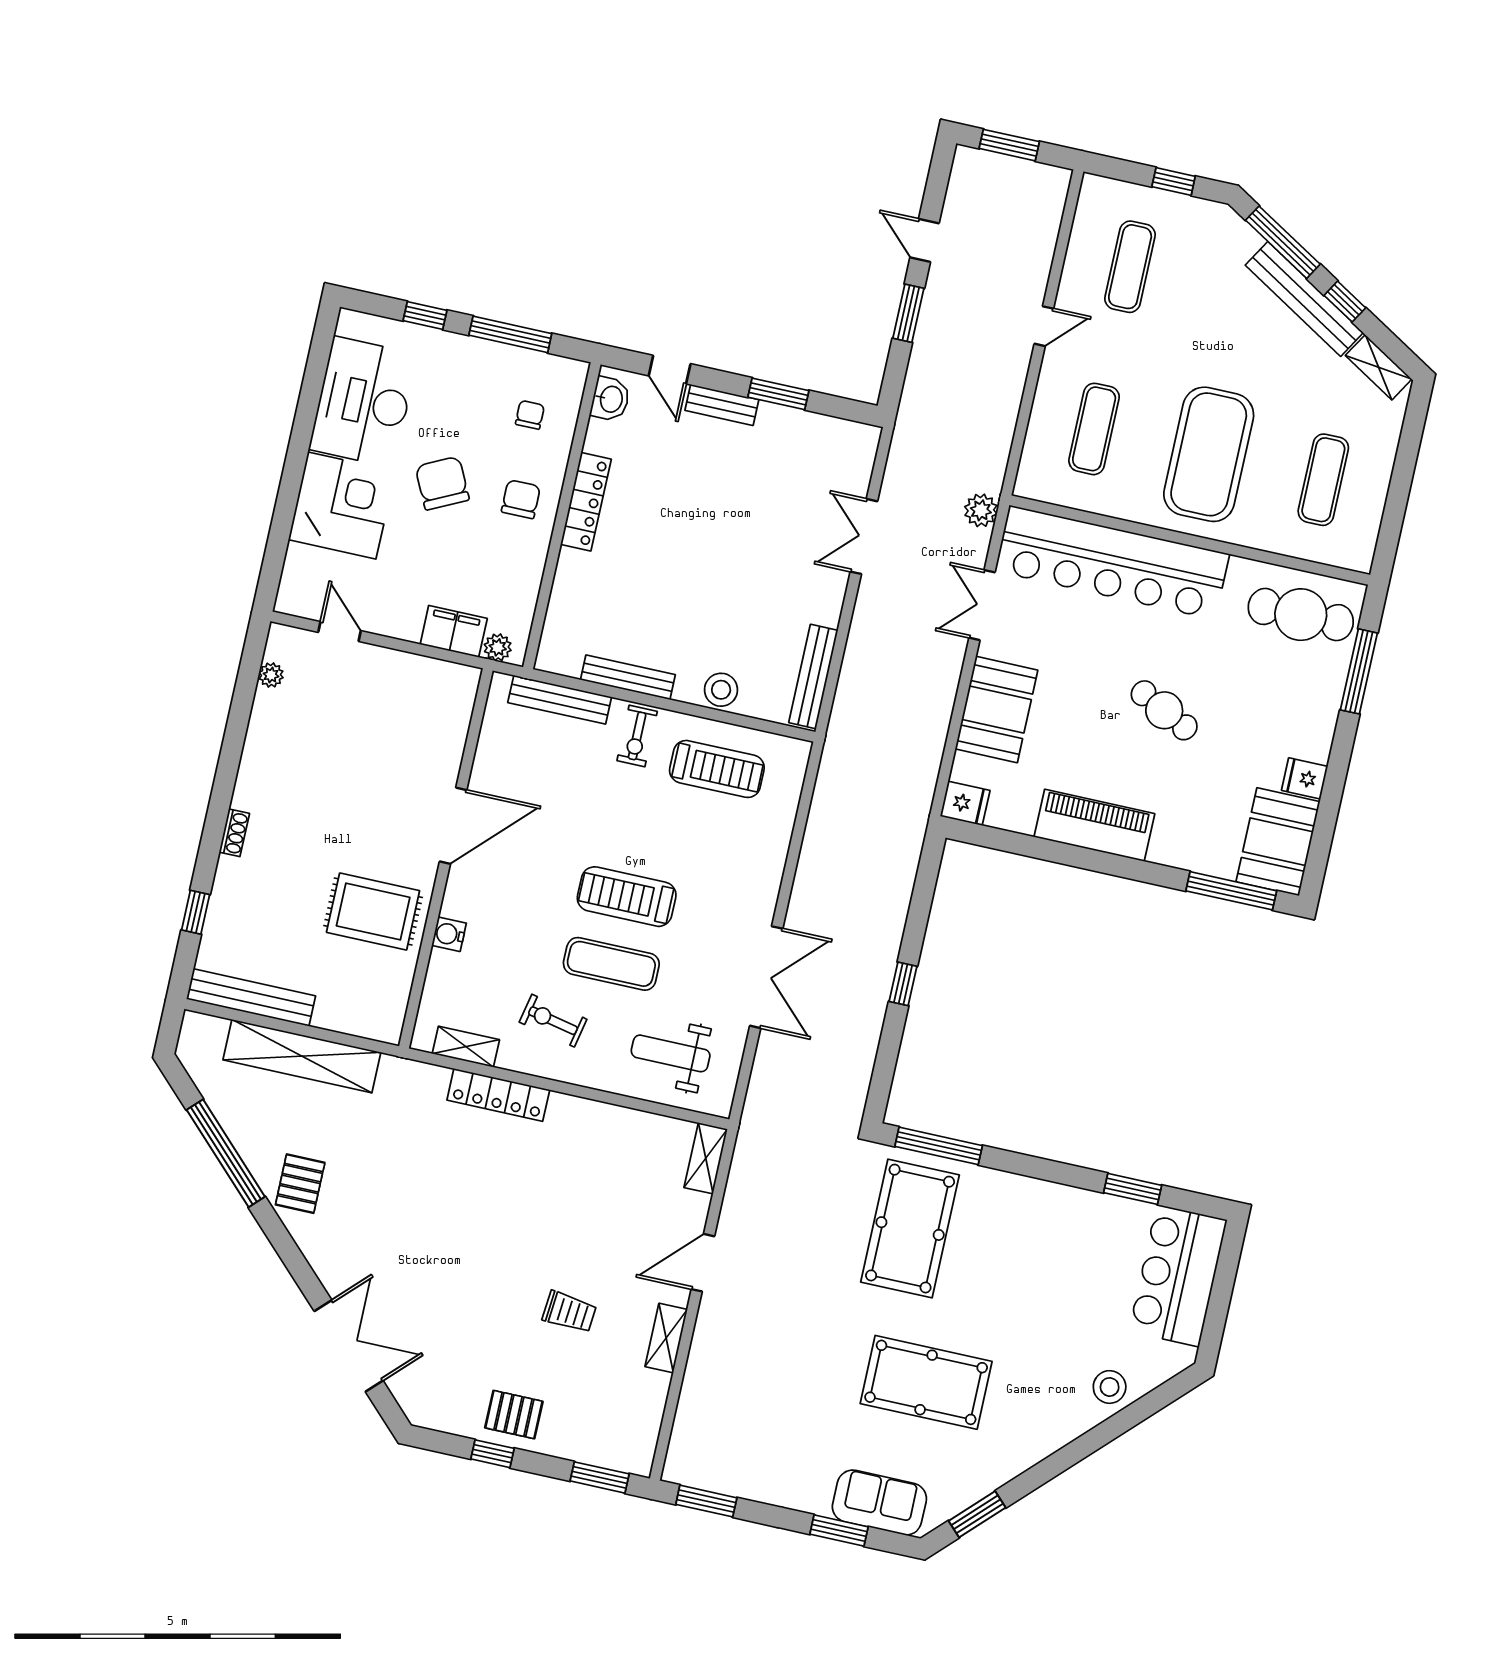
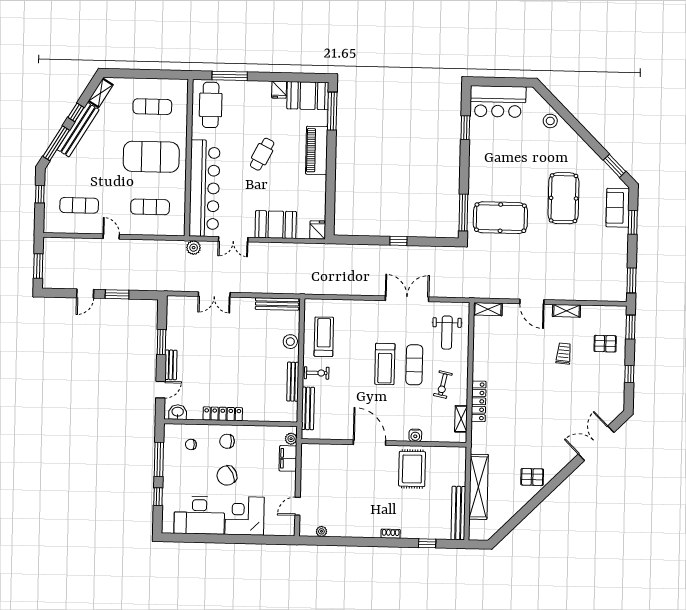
piano: (1094, 825) -> (317, 150), moved
window: (226, 1153) -> (526, 511), removed
pallet: (514, 1415) -> (605, 344), moved, turned 90

